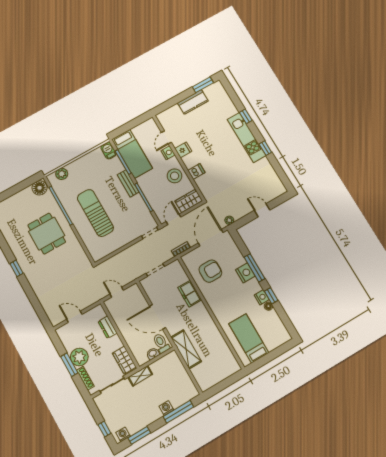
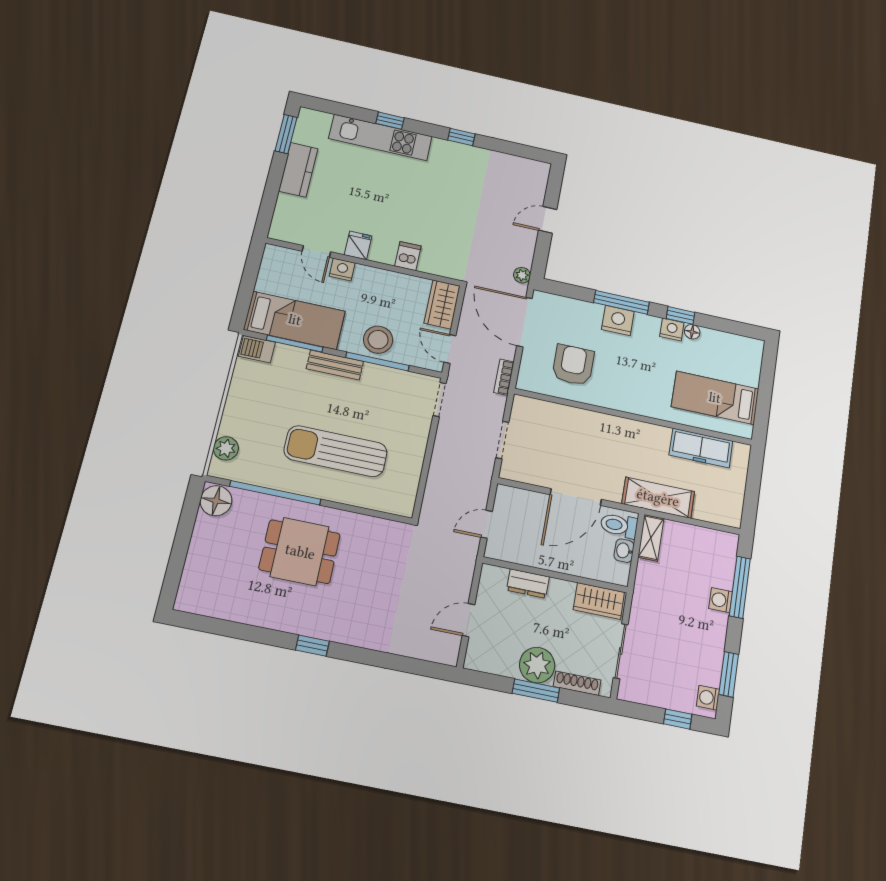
kitchen unit: (247, 137) -> (380, 137), moved
stool: (175, 176) -> (378, 340), moved
freezer: (190, 294) -> (701, 448), moved, width x1.40
shelving: (140, 376) -> (651, 538), moved

